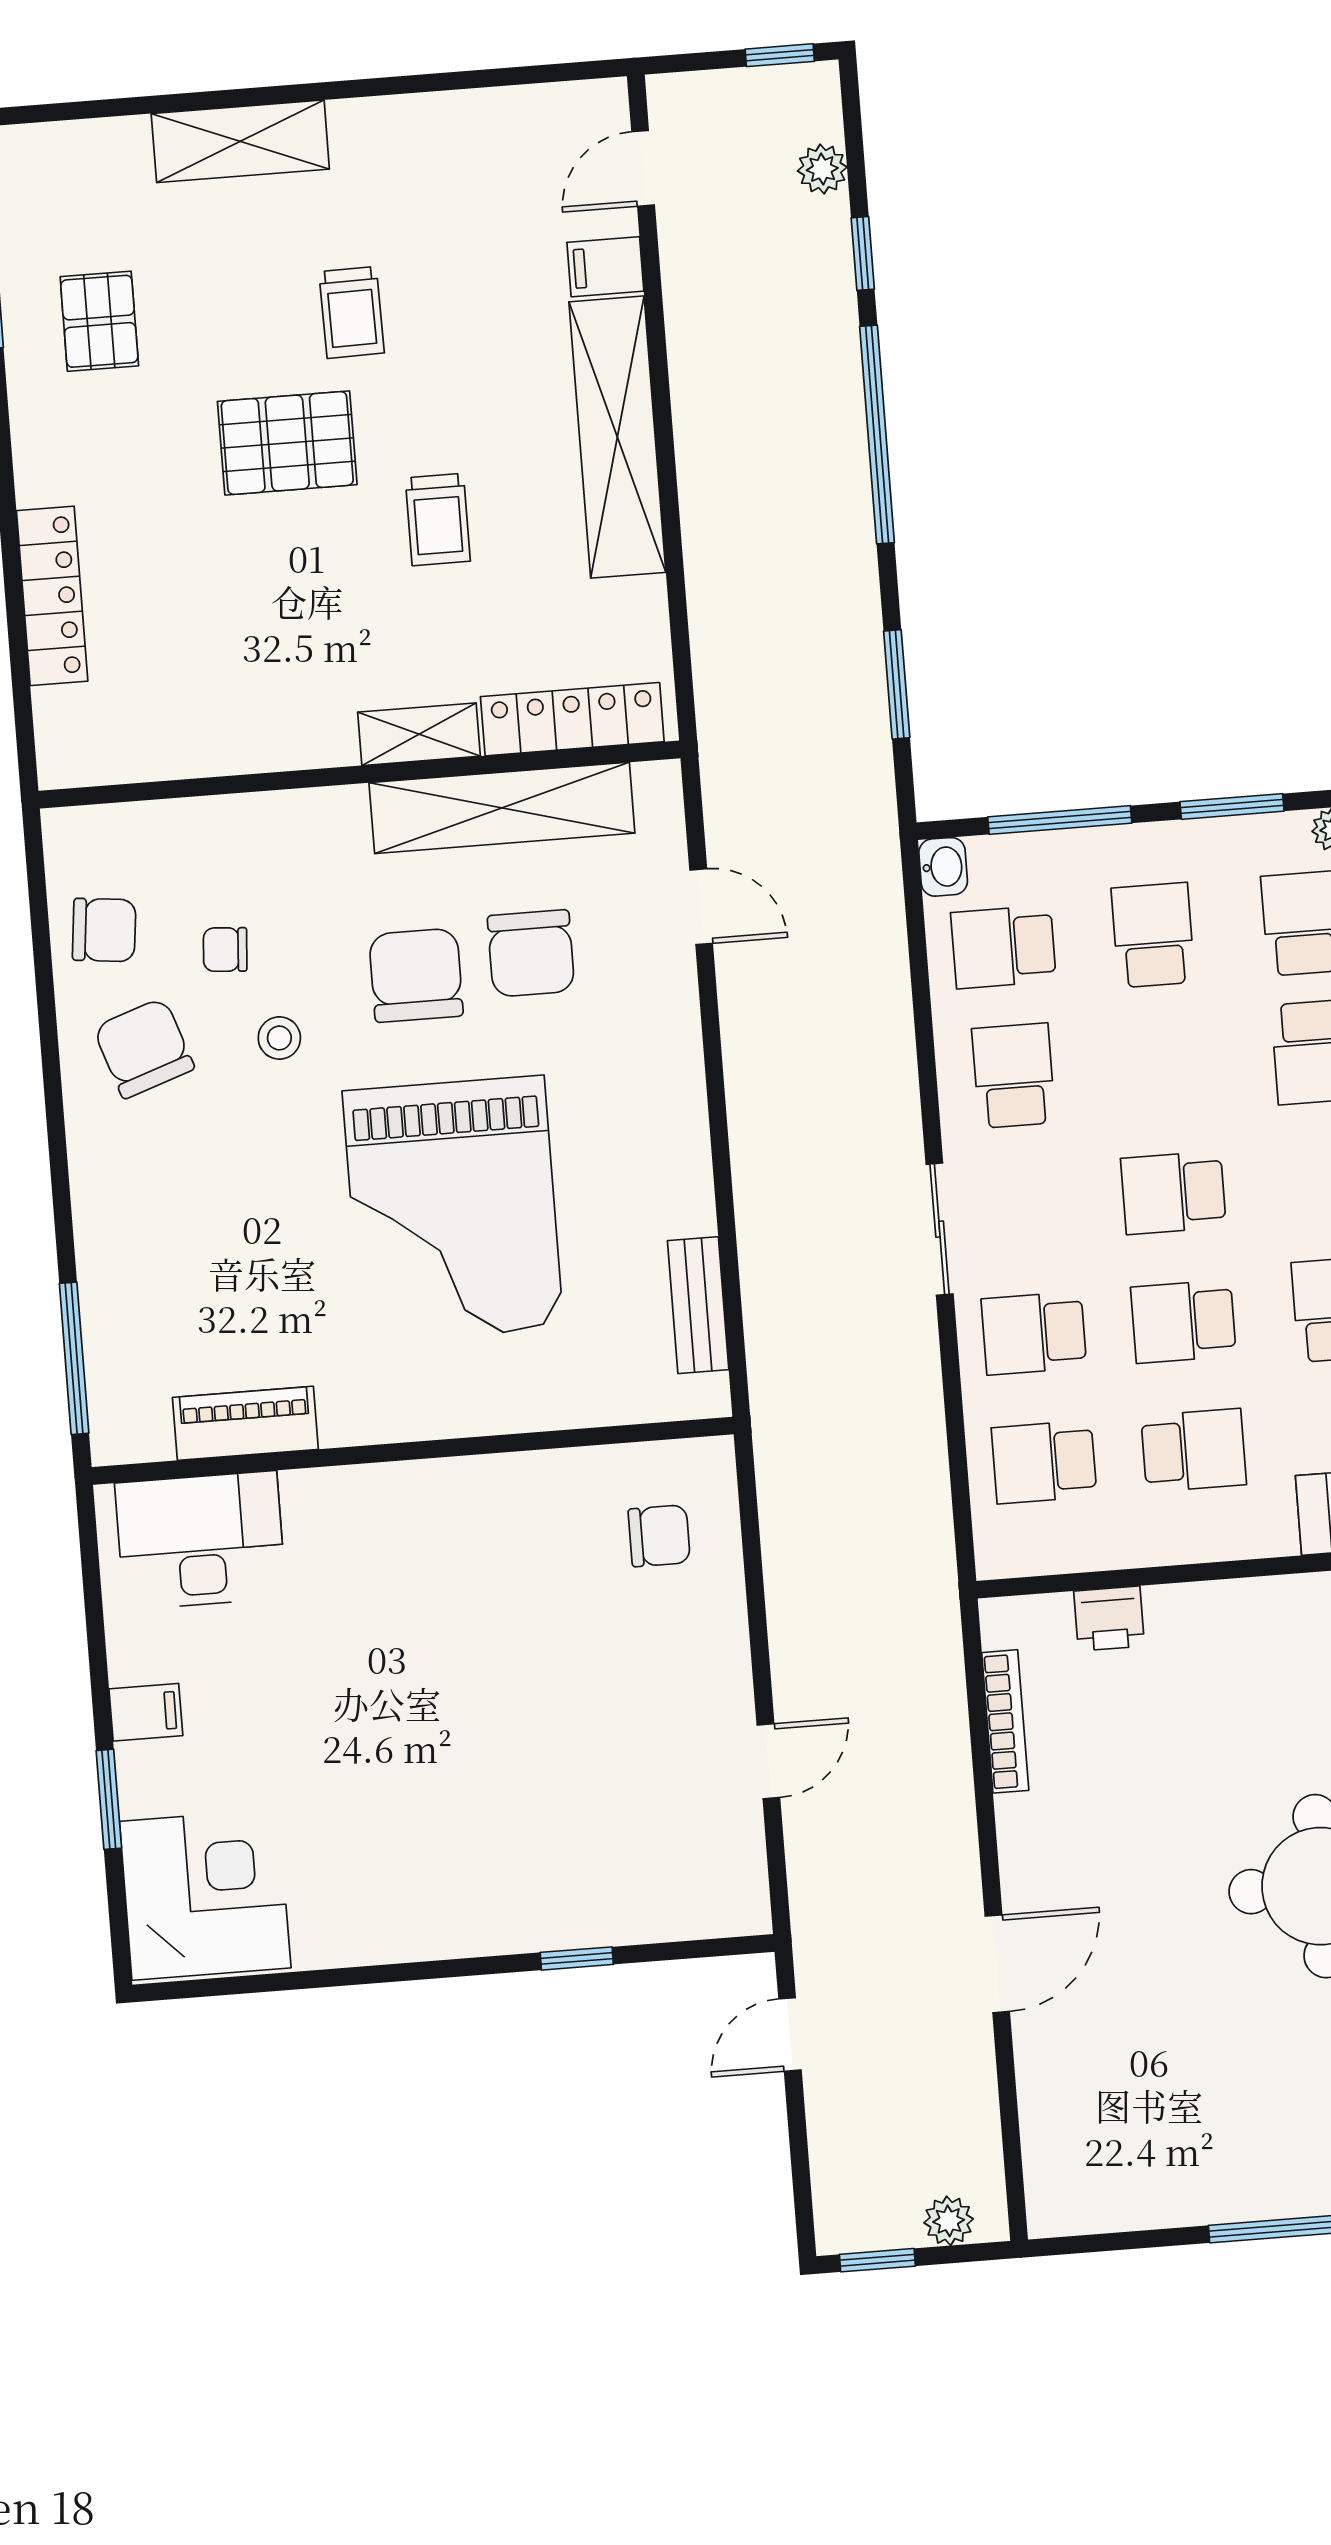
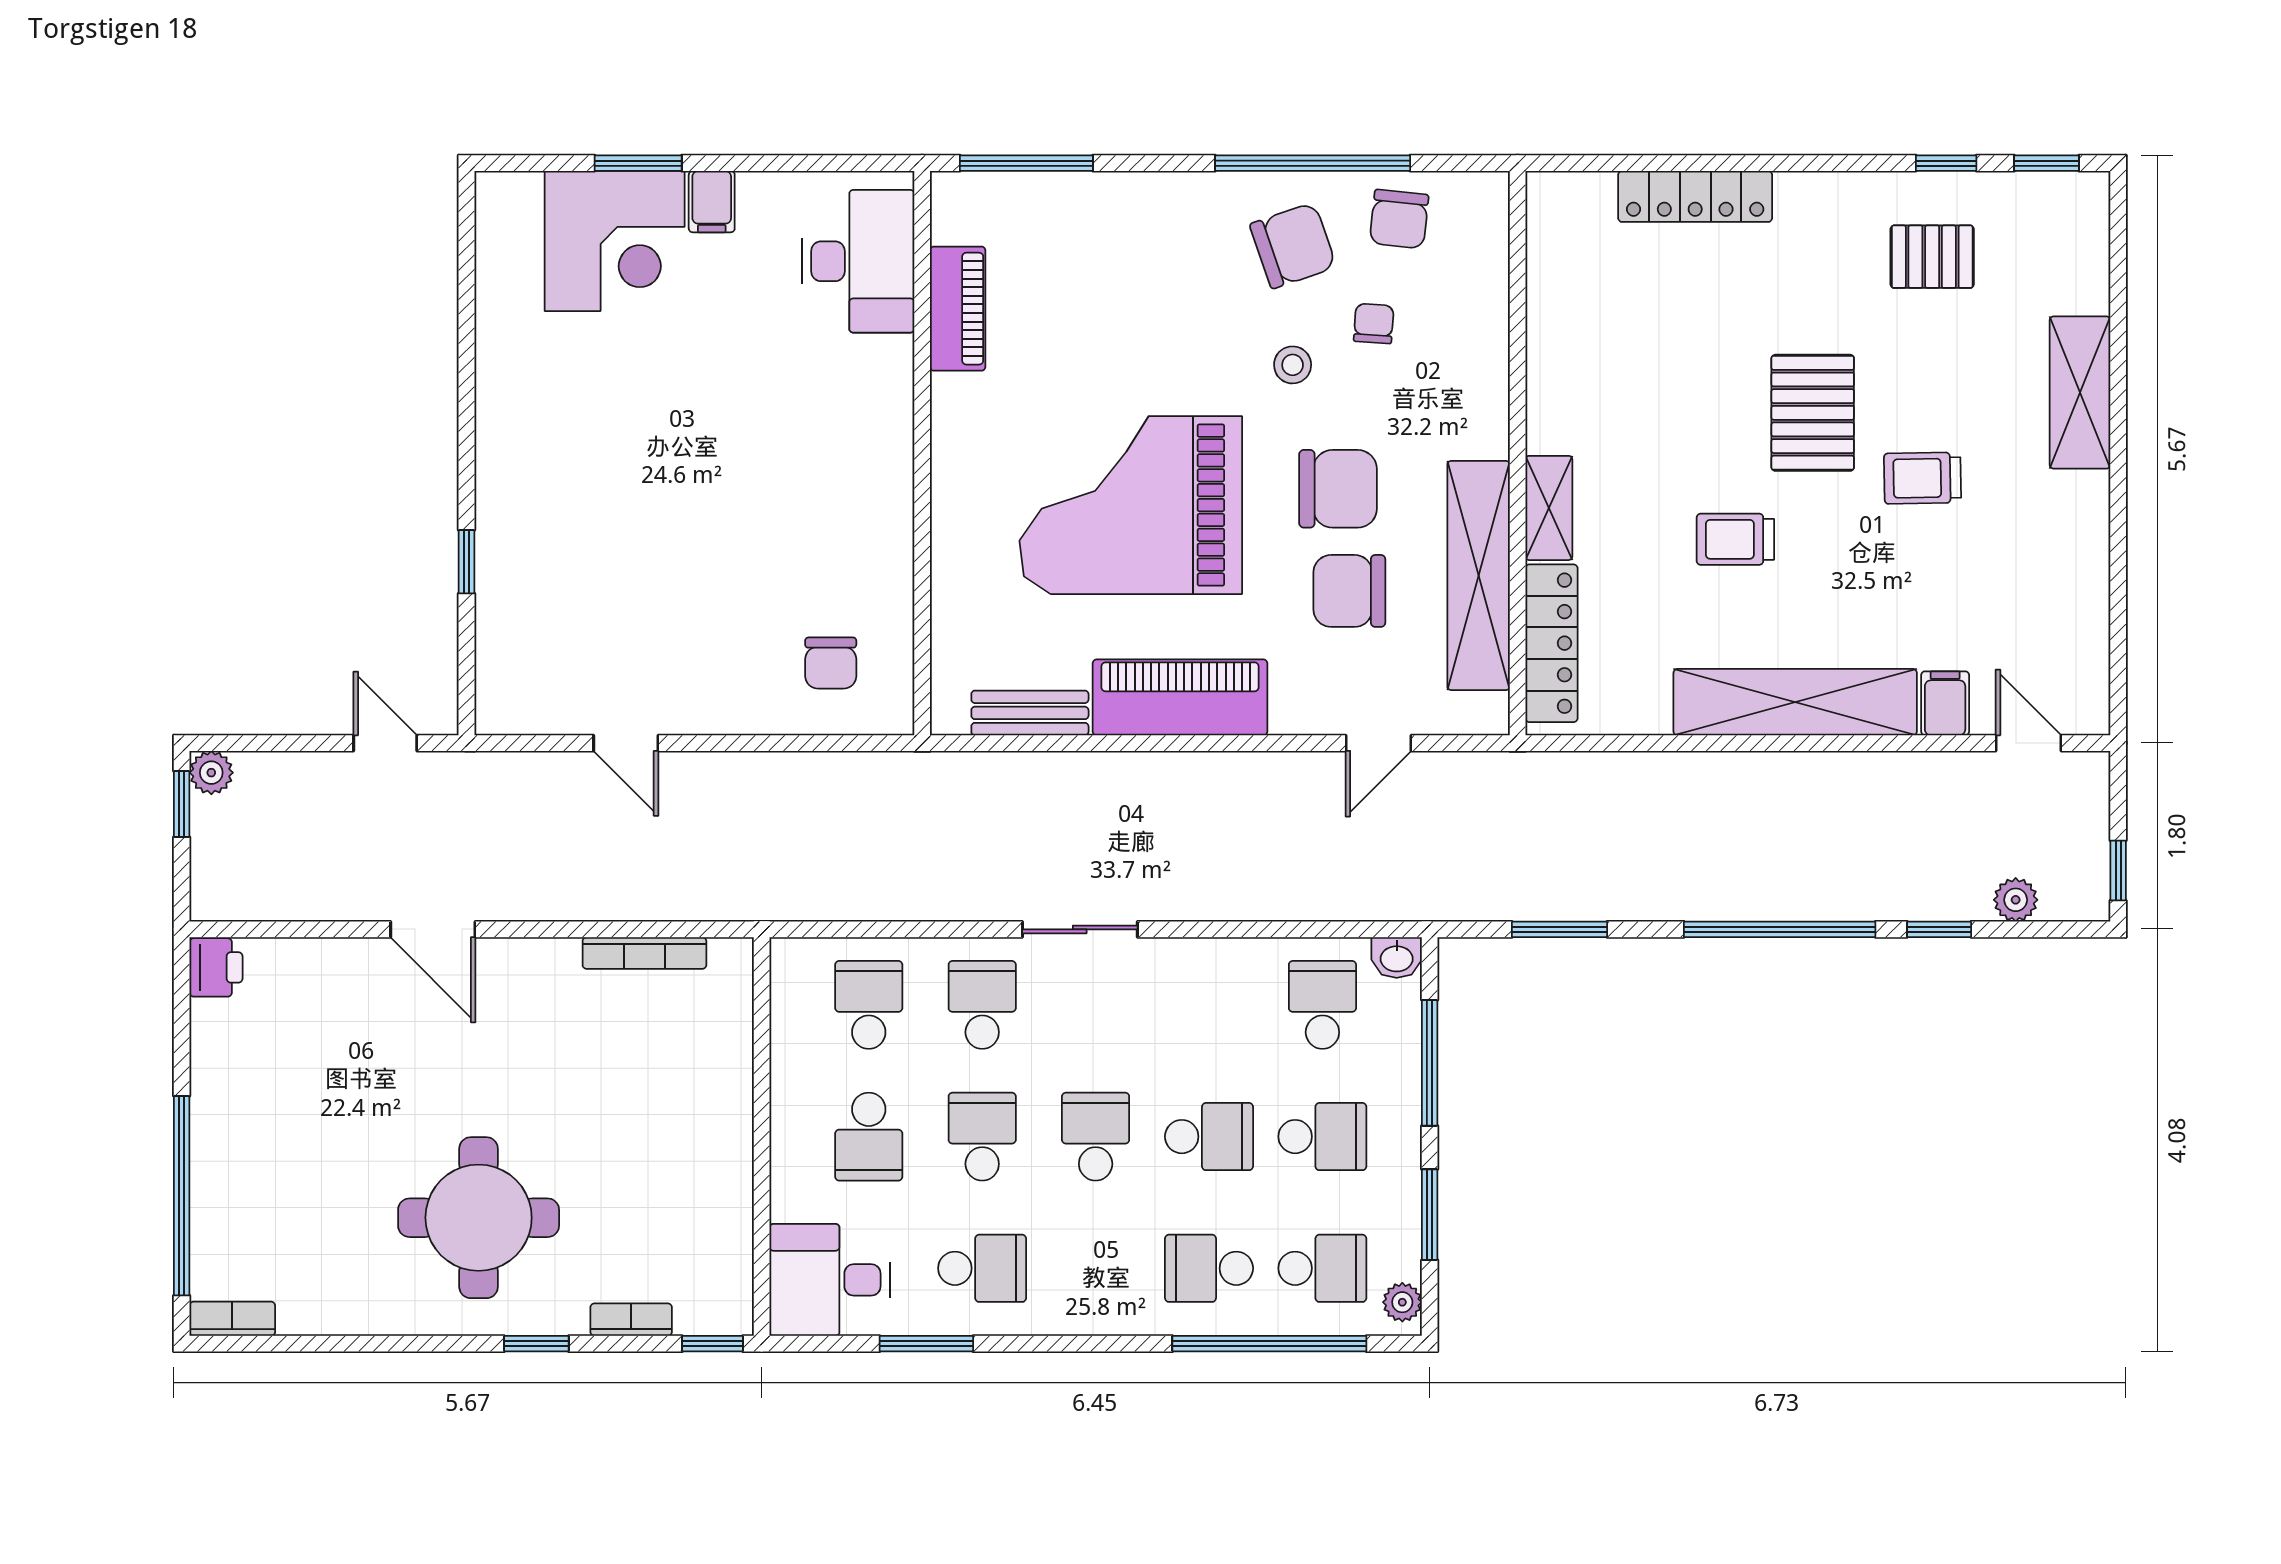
window: (49, 1033) -> (1313, 163), added
school desk: (1014, 1076) -> (1209, 1137), moved
piano: (667, 1136) -> (1180, 697), added
printer: (1109, 1619) -> (216, 967), moved, turned 180
corner desk: (205, 1895) -> (615, 241), moved
plant: (949, 2221) -> (211, 773), moved

